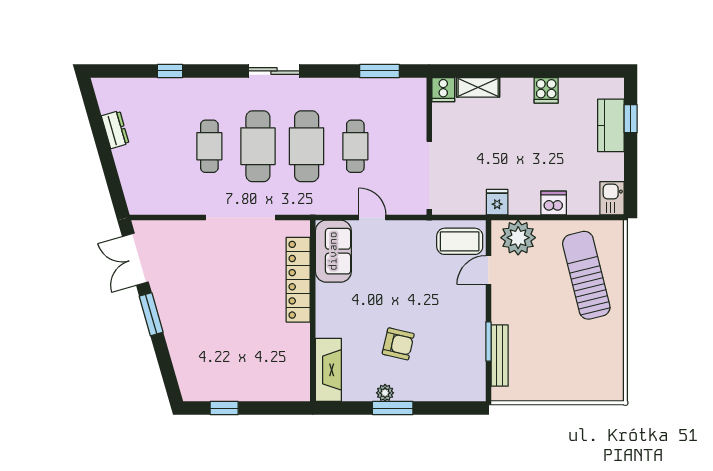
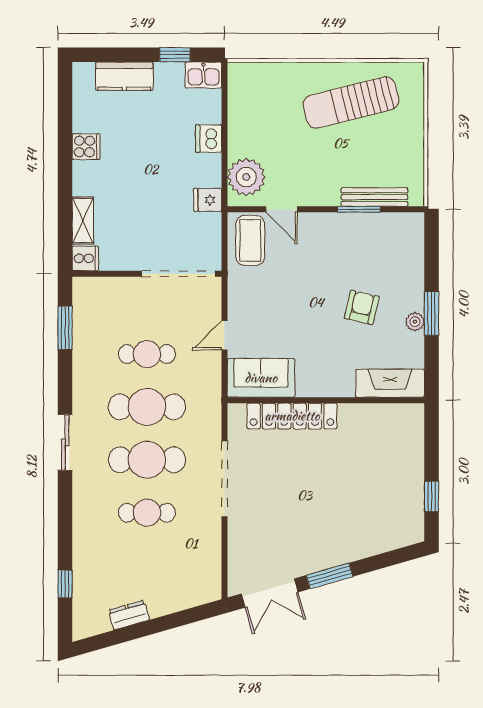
window: (170, 71) -> (65, 584), moved
window: (631, 119) -> (175, 55), moved
sun lounger: (586, 275) -> (351, 102), moved

